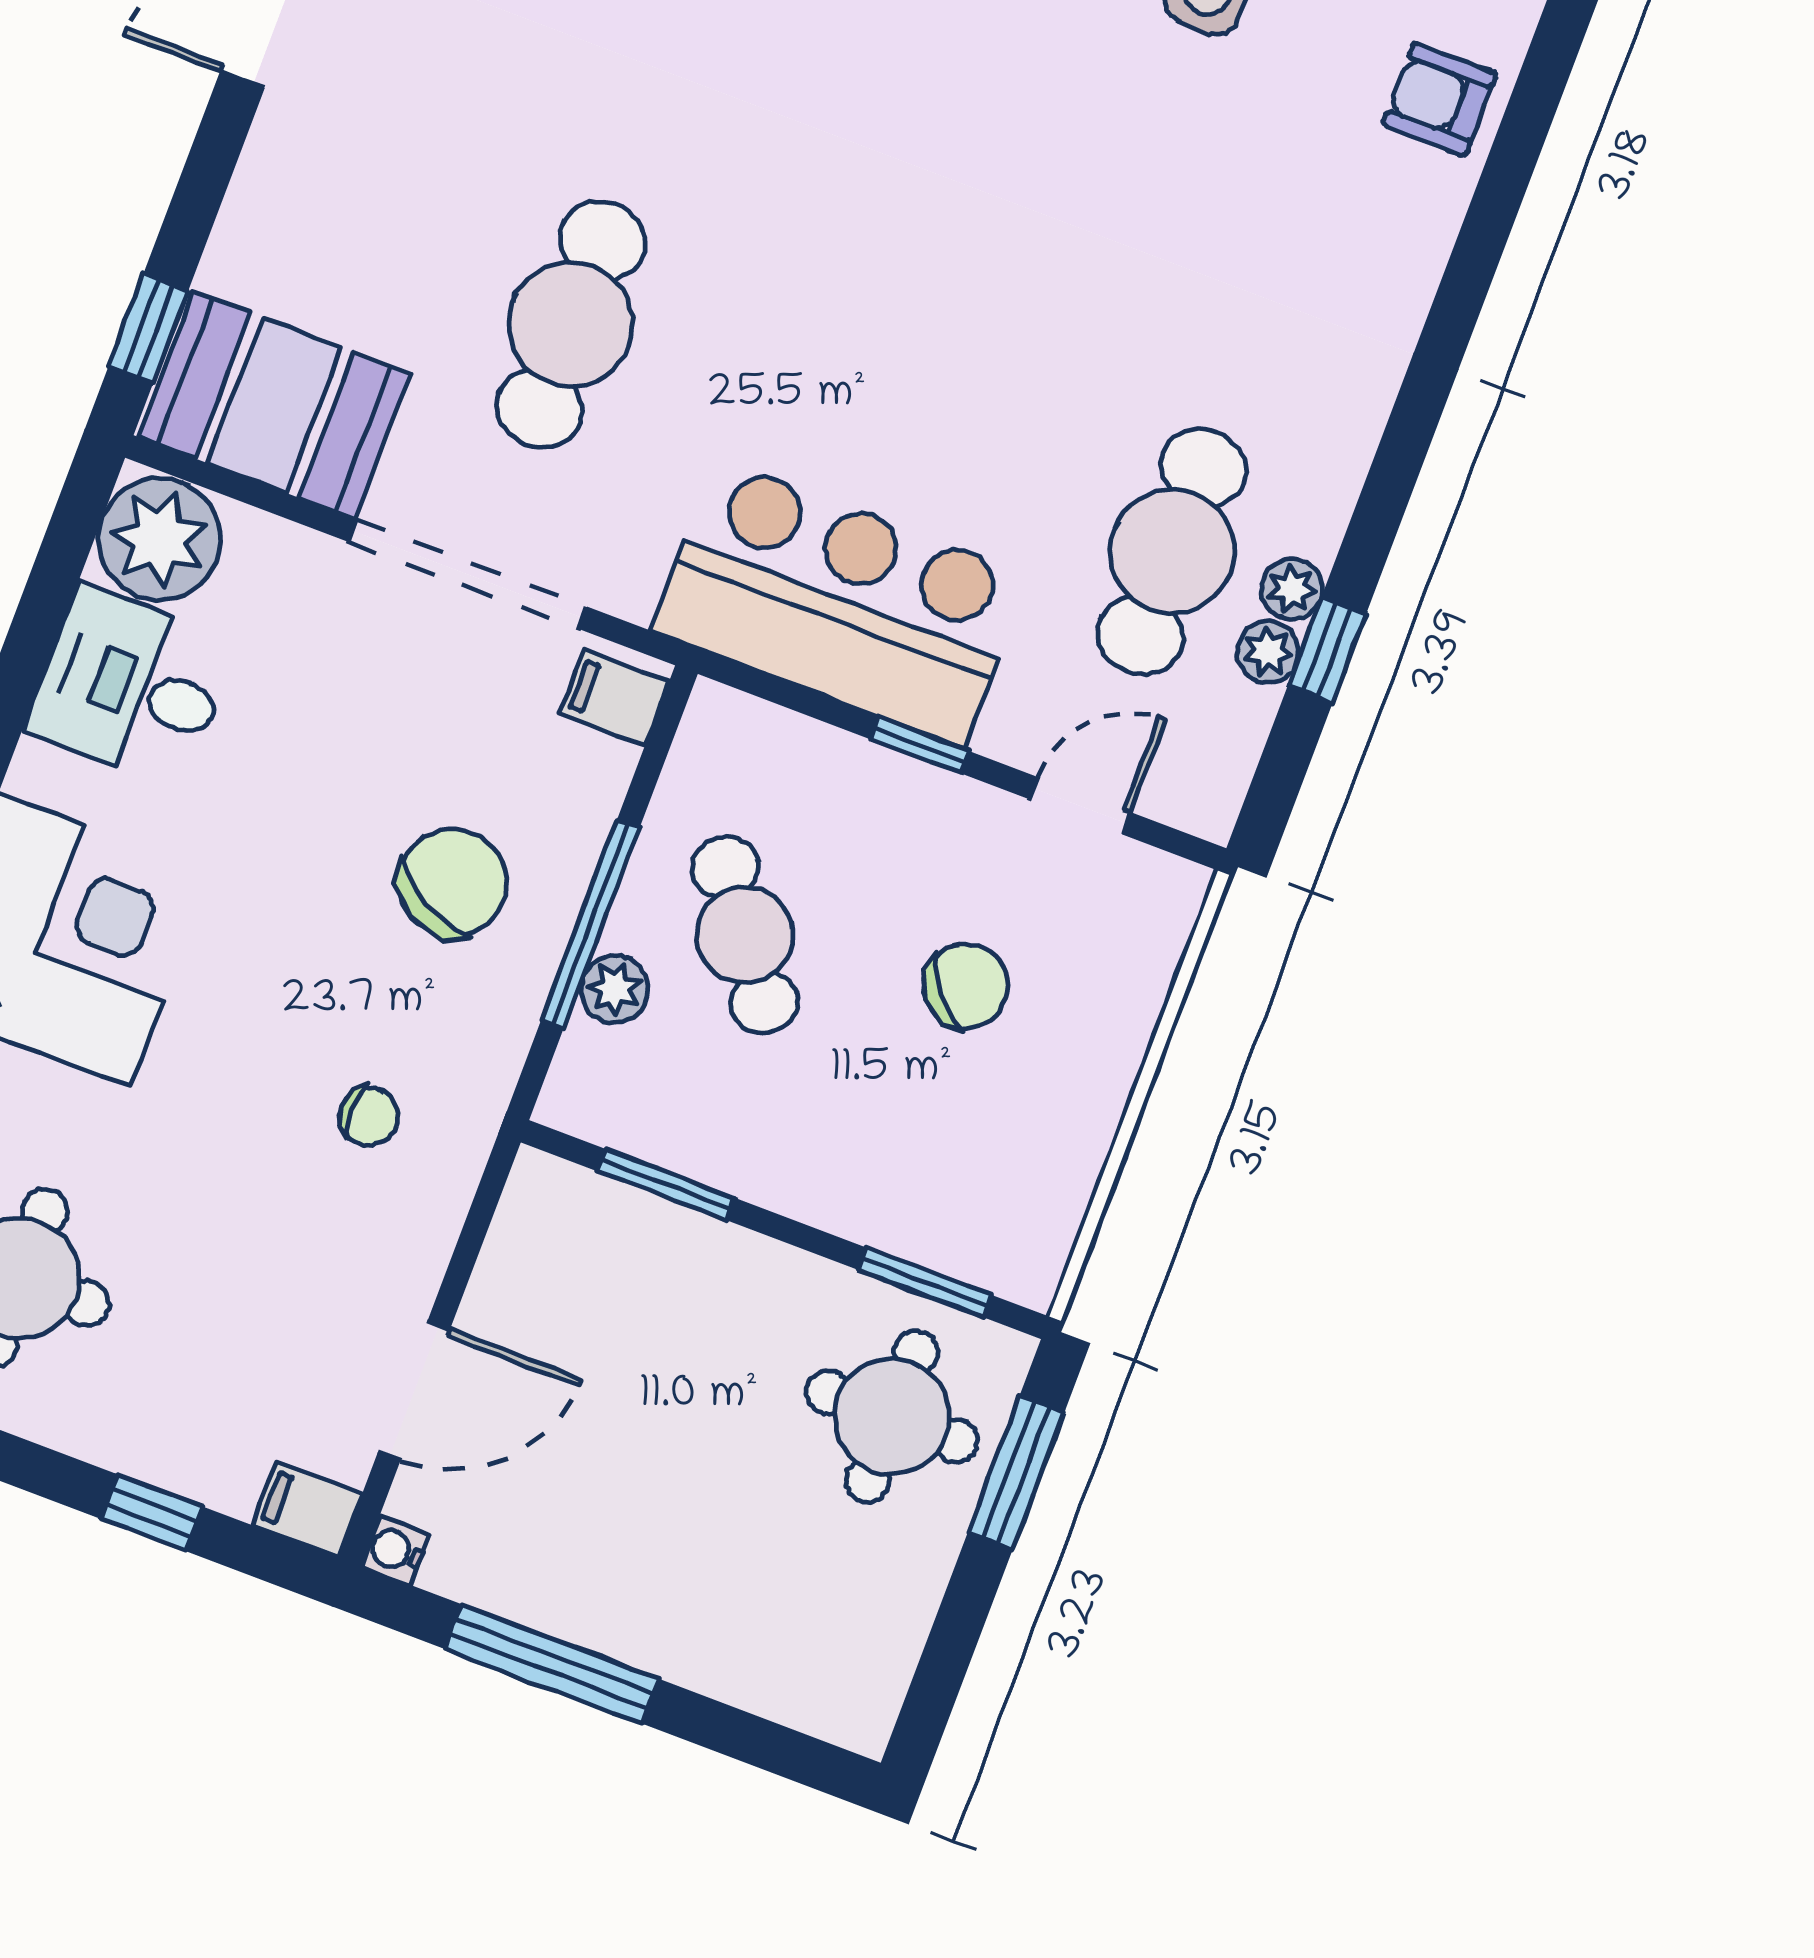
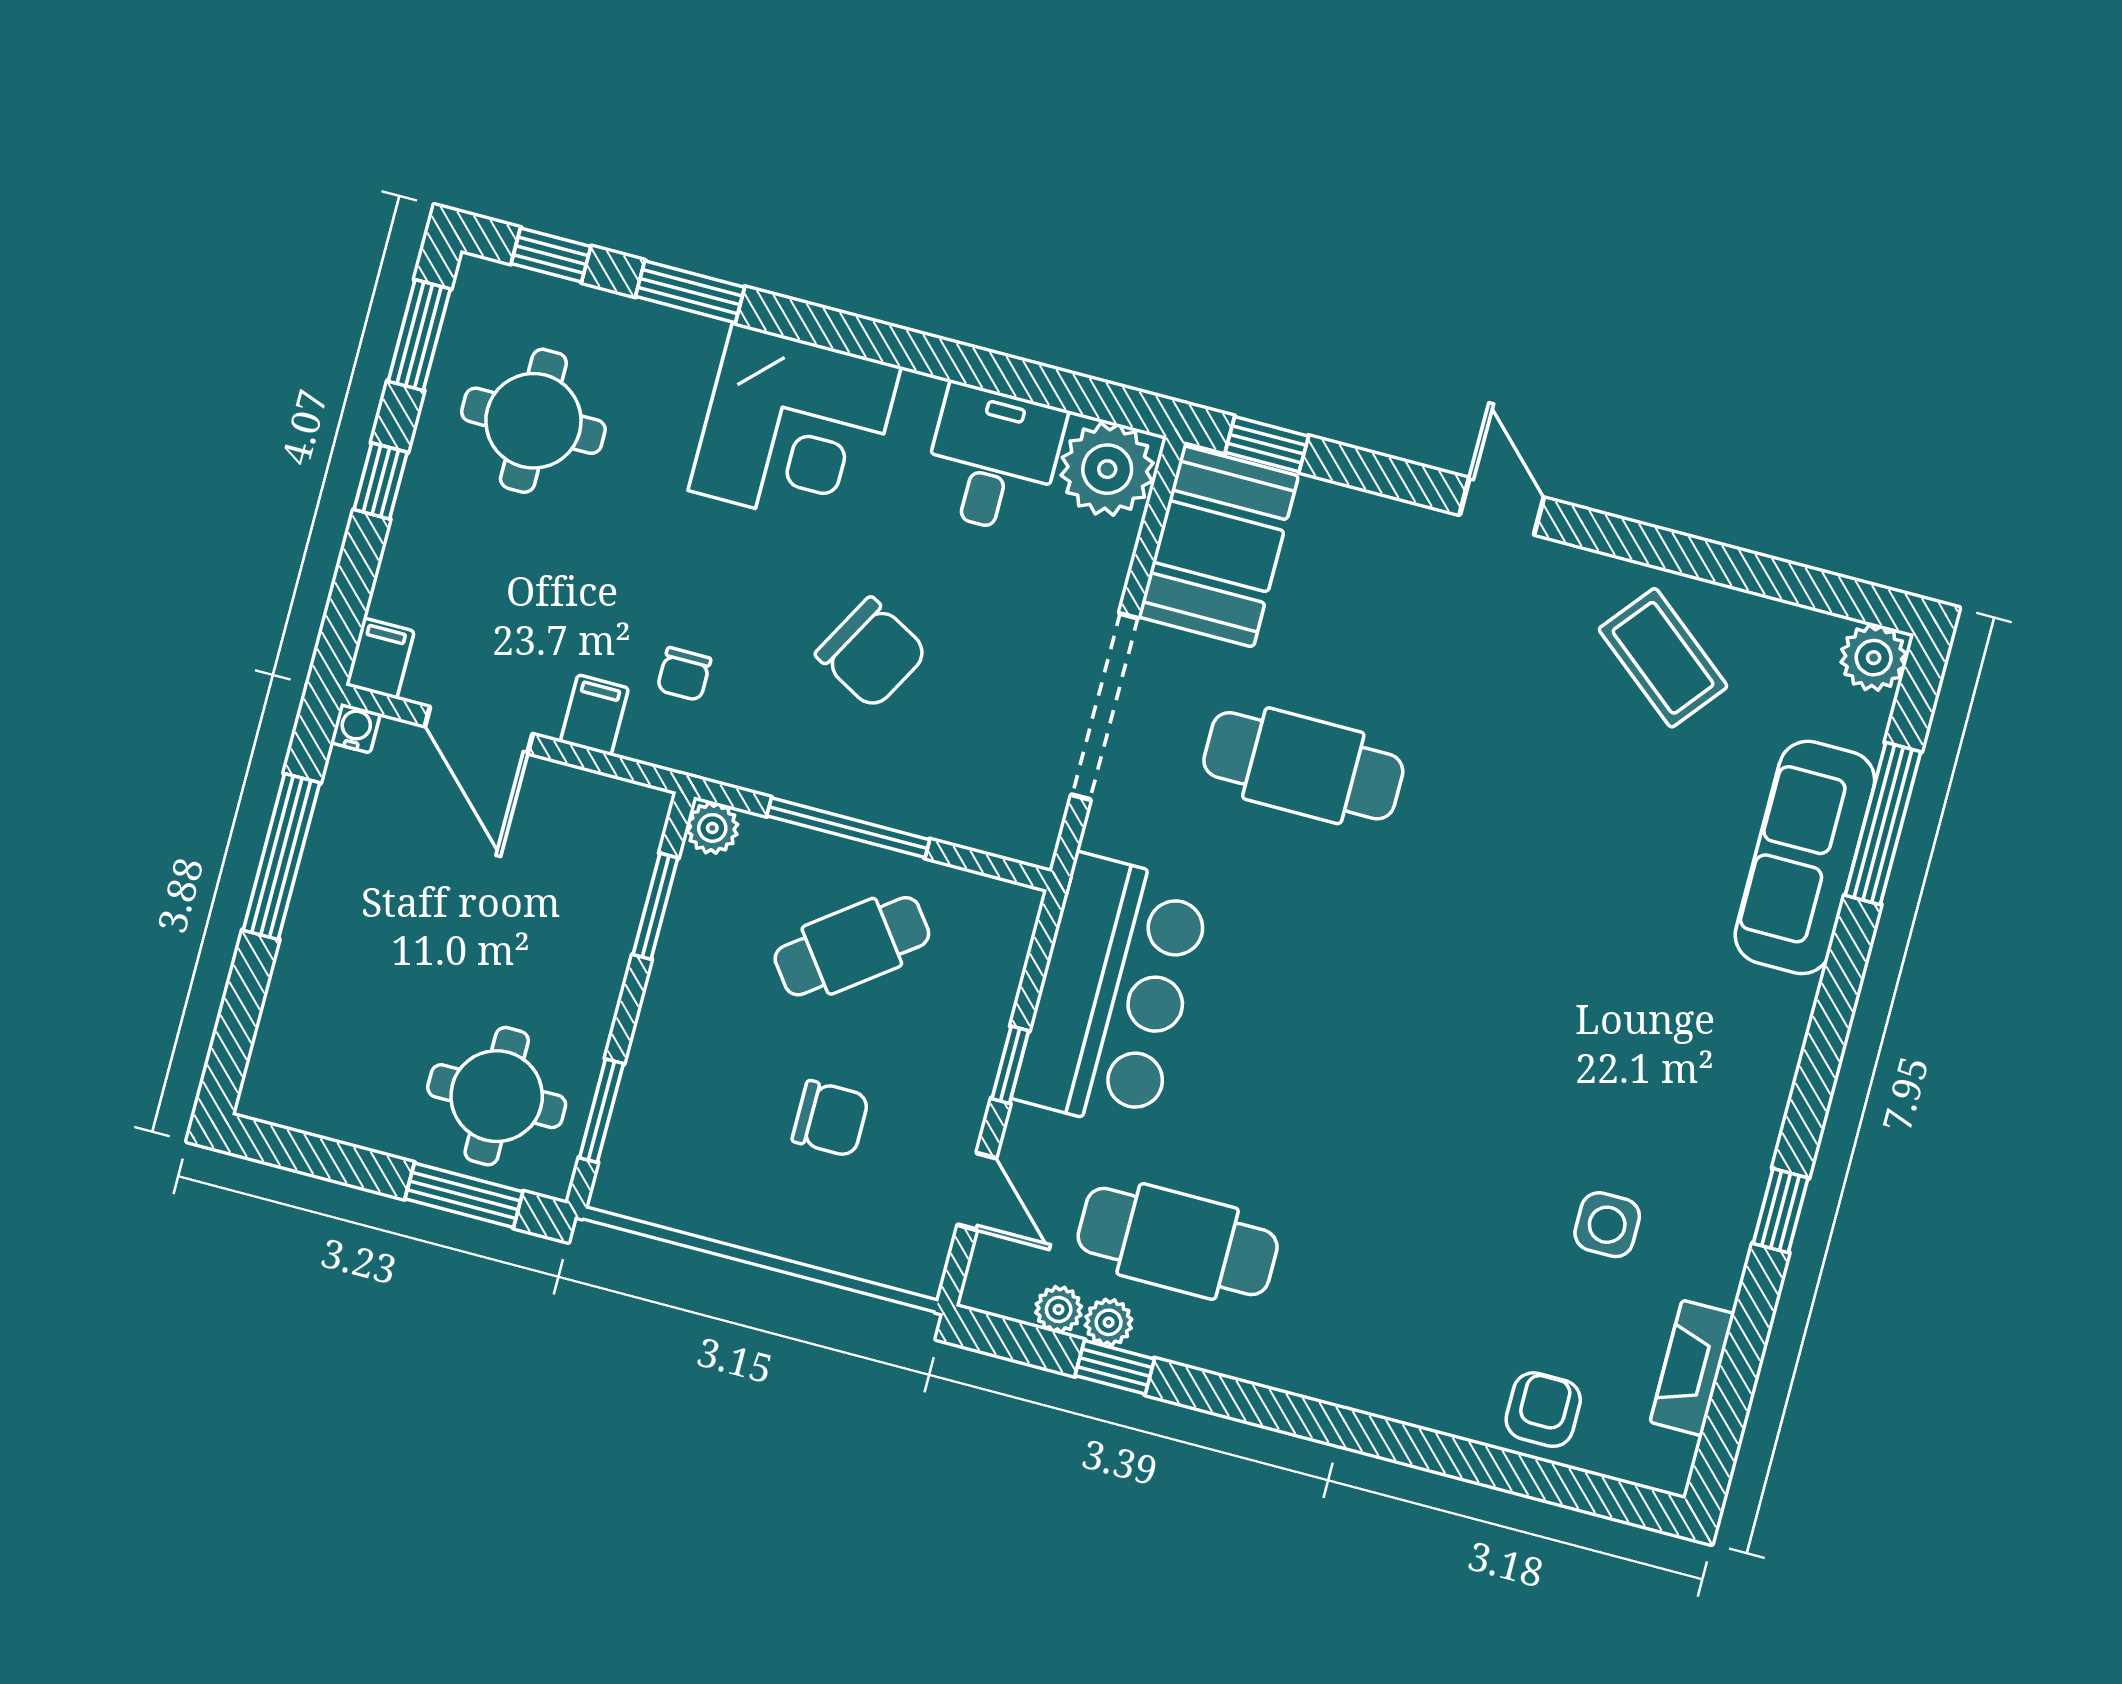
plant: (1292, 589) -> (1059, 1309), moved
filing cabinet: (614, 697) -> (594, 715), moved
chair: (453, 883) -> (872, 653), moved
chair: (966, 986) -> (831, 1119), turned -51
plant: (614, 989) -> (712, 828), moved
window: (151, 1513) -> (381, 481), moved

